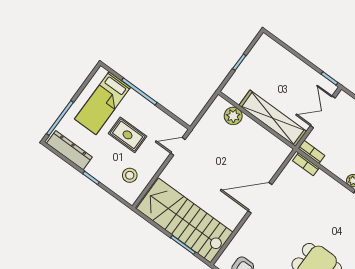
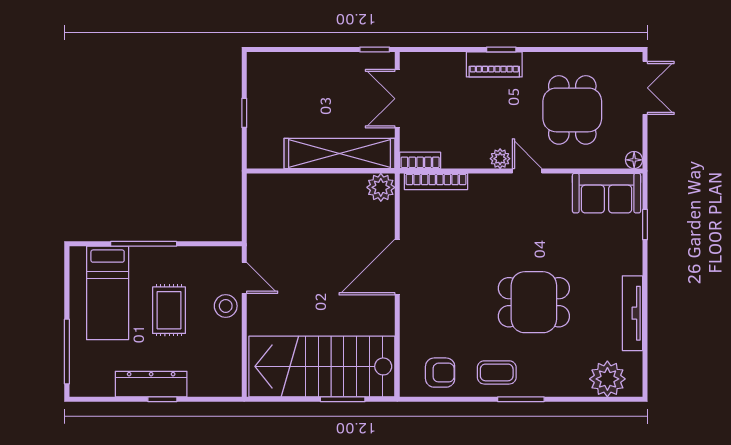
plant: (233, 116) -> (381, 187), moved
rug: (128, 135) -> (169, 310), turned 90
door: (178, 146) -> (244, 278), swing flipped
dresser: (69, 150) -> (151, 384), moved
bookcase: (306, 164) -> (436, 181), width x1.56
stool: (130, 175) -> (226, 306), moved

